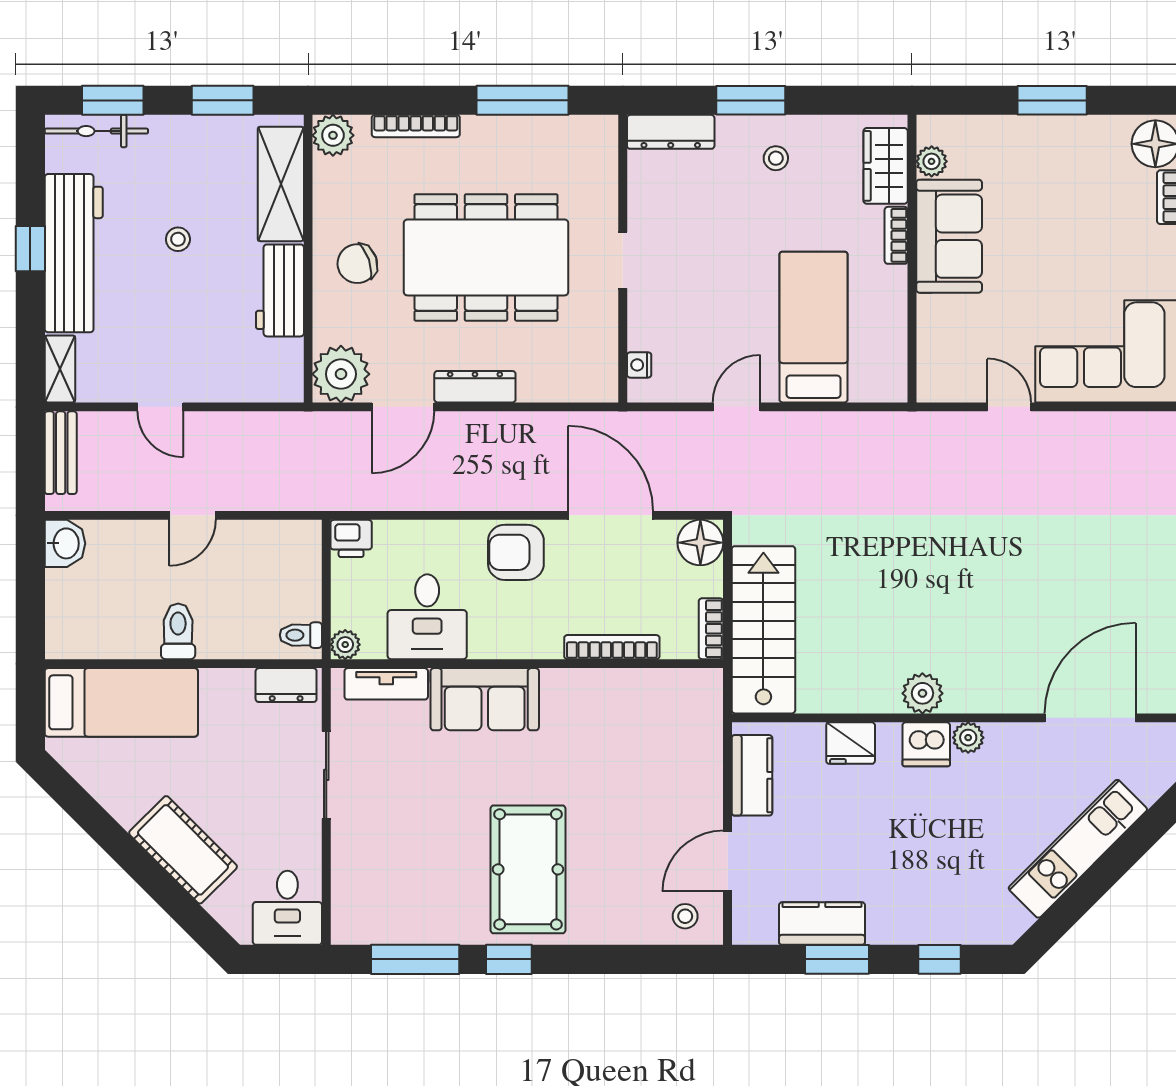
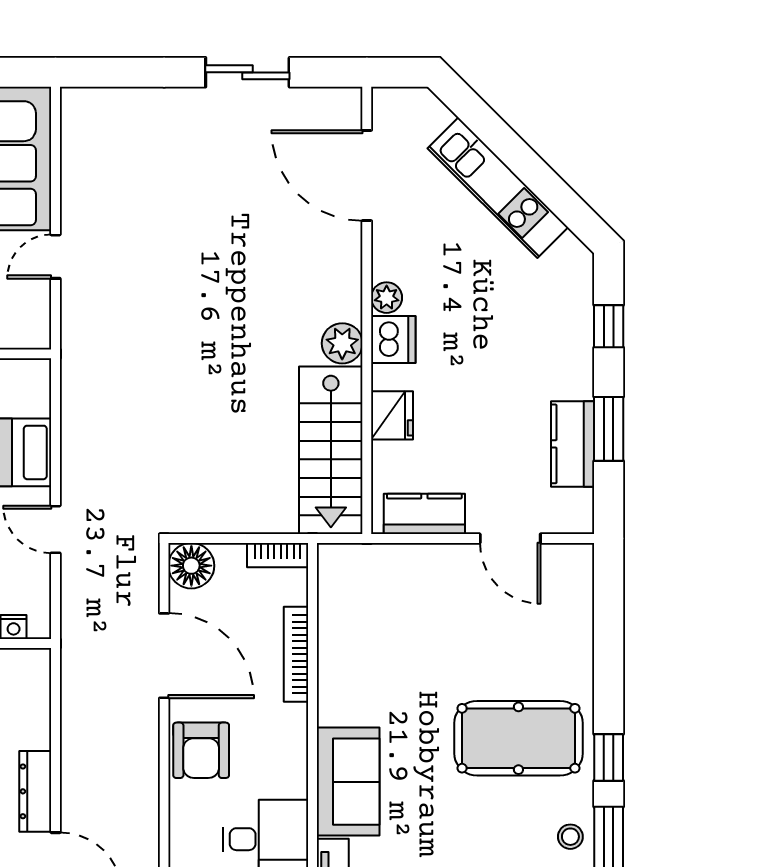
door: (611, 515) -> (164, 656), swing flipped
stairs: (763, 630) -> (331, 450), moved, turned -90
stool: (685, 916) -> (570, 837), moved

